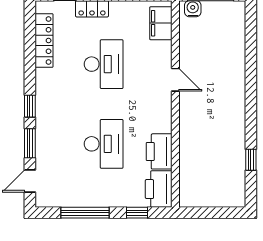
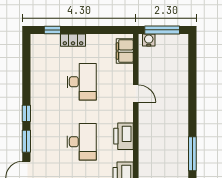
locker: (44, 40) -> (37, 64), removed
printer: (159, 151) -> (124, 136), moved
window: (251, 160) -> (192, 154), width x2.17

